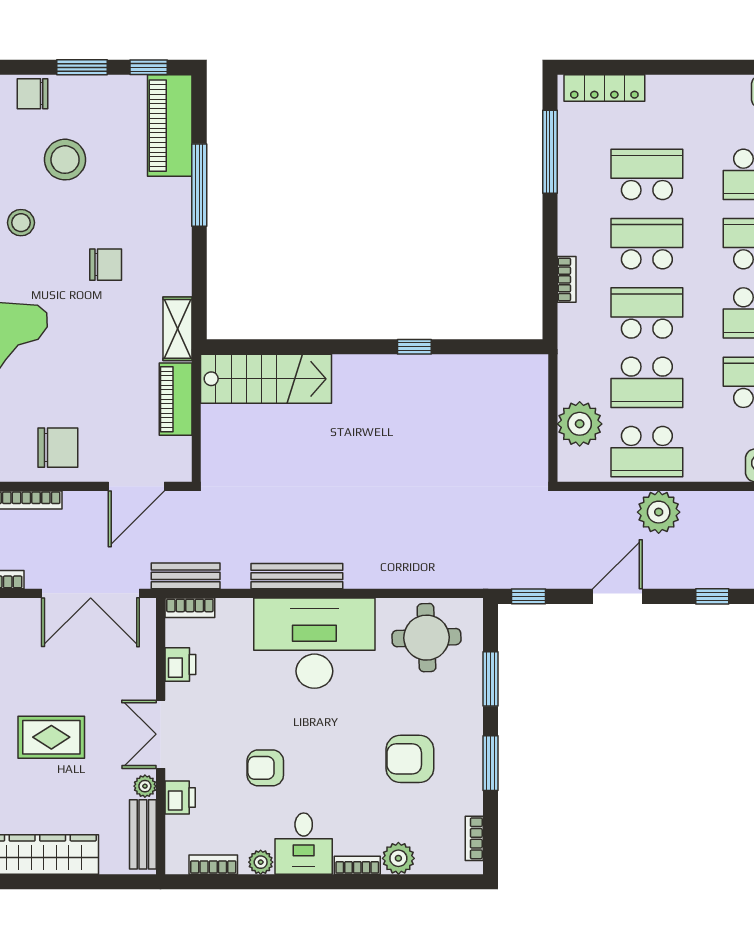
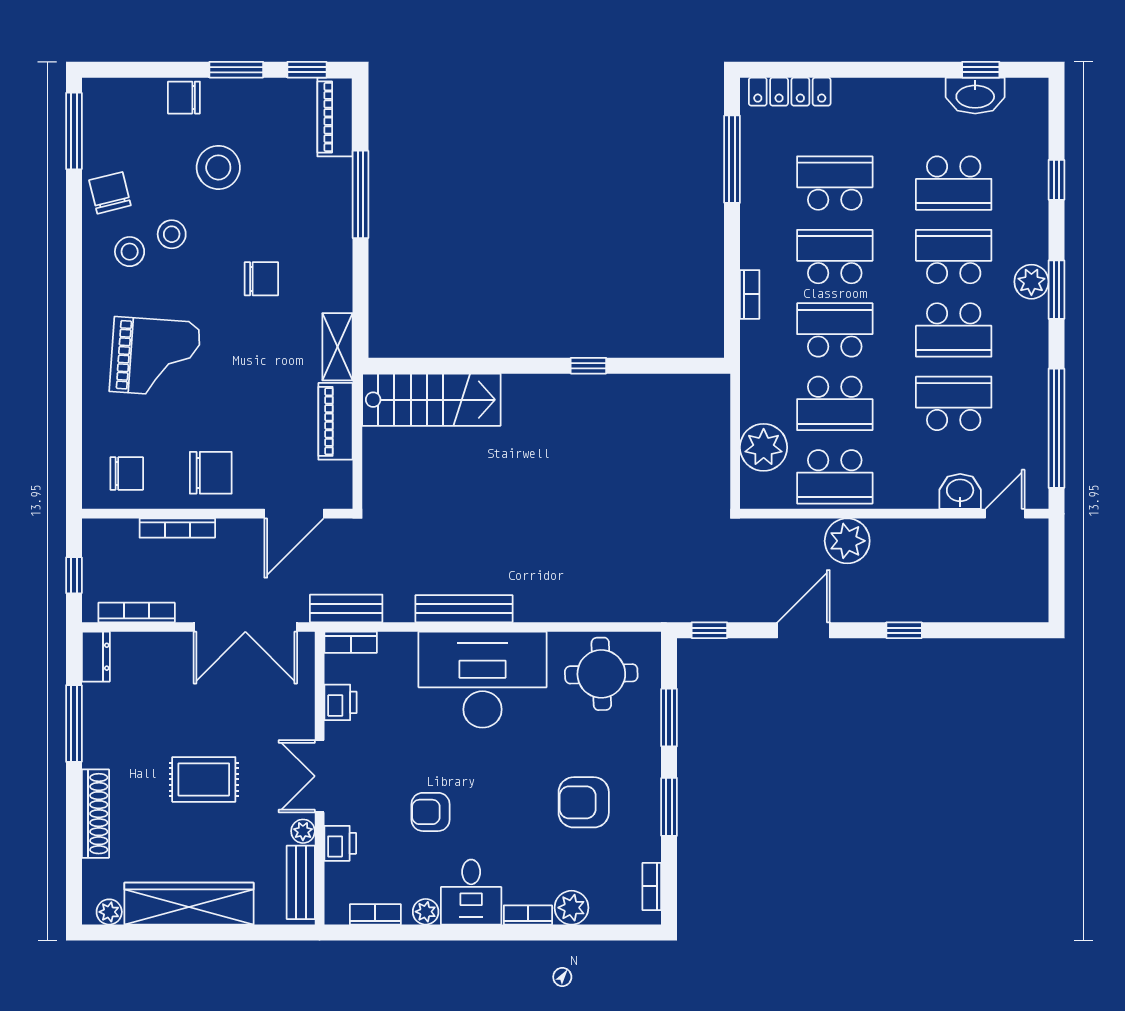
piano: (170, 126) -> (335, 117), width x0.73, depth x0.75

